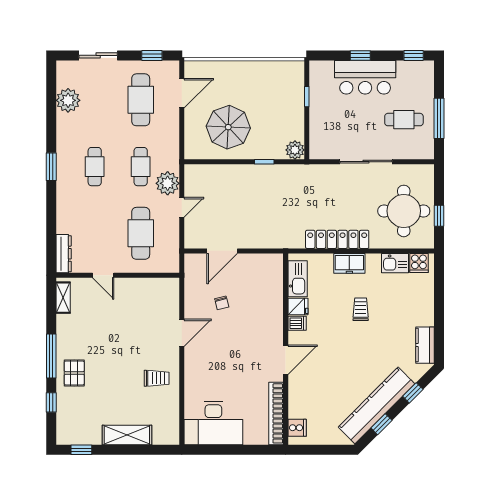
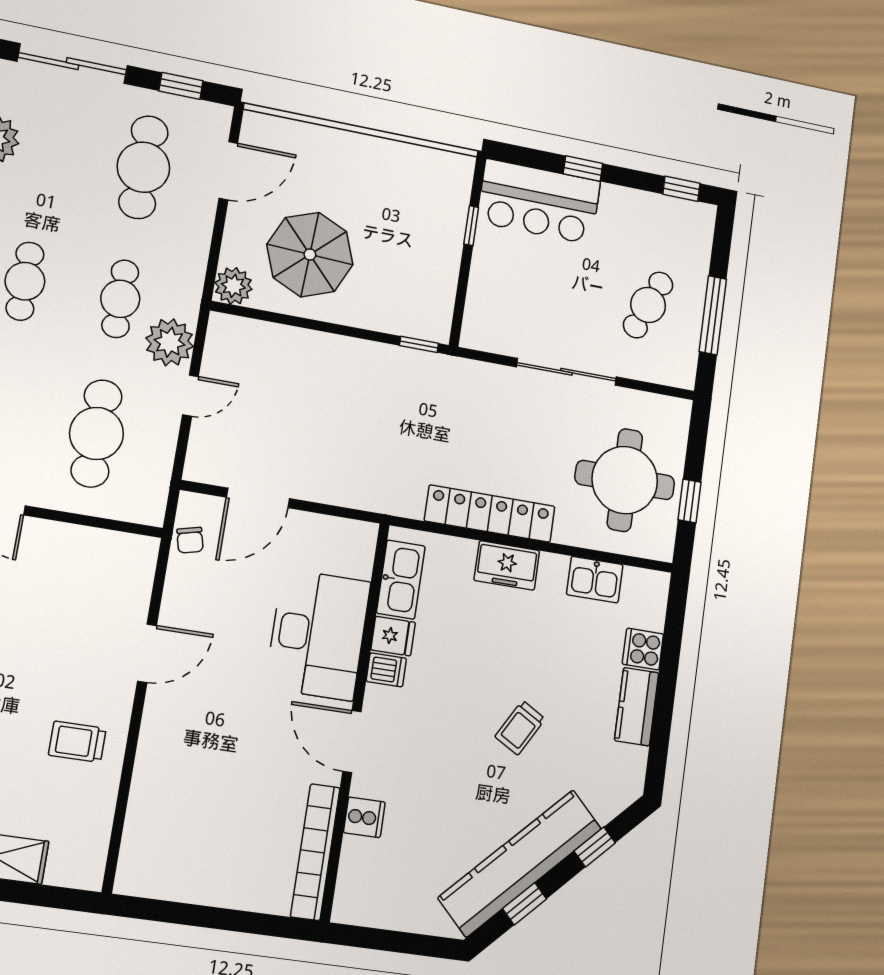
sliding door: (98, 55) -> (72, 64), width x1.37
bar counter: (365, 77) -> (539, 202), moved
cafe table: (404, 120) -> (648, 305), turned -67
plant: (295, 150) -> (233, 286), moved
window: (264, 162) -> (419, 344), moved
cooker: (419, 263) -> (643, 649), moved, turned 90
chair: (222, 303) -> (190, 540), moved
trolley: (361, 309) -> (520, 728), moved, turned -150
kitchen counter: (425, 345) -> (637, 707), moved
door: (286, 360) -> (352, 742), swing flipped
trolley: (157, 378) -> (77, 742), turned 180
desk: (213, 423) -> (318, 635), moved, turned -90
cooker: (297, 428) -> (364, 817), moved

